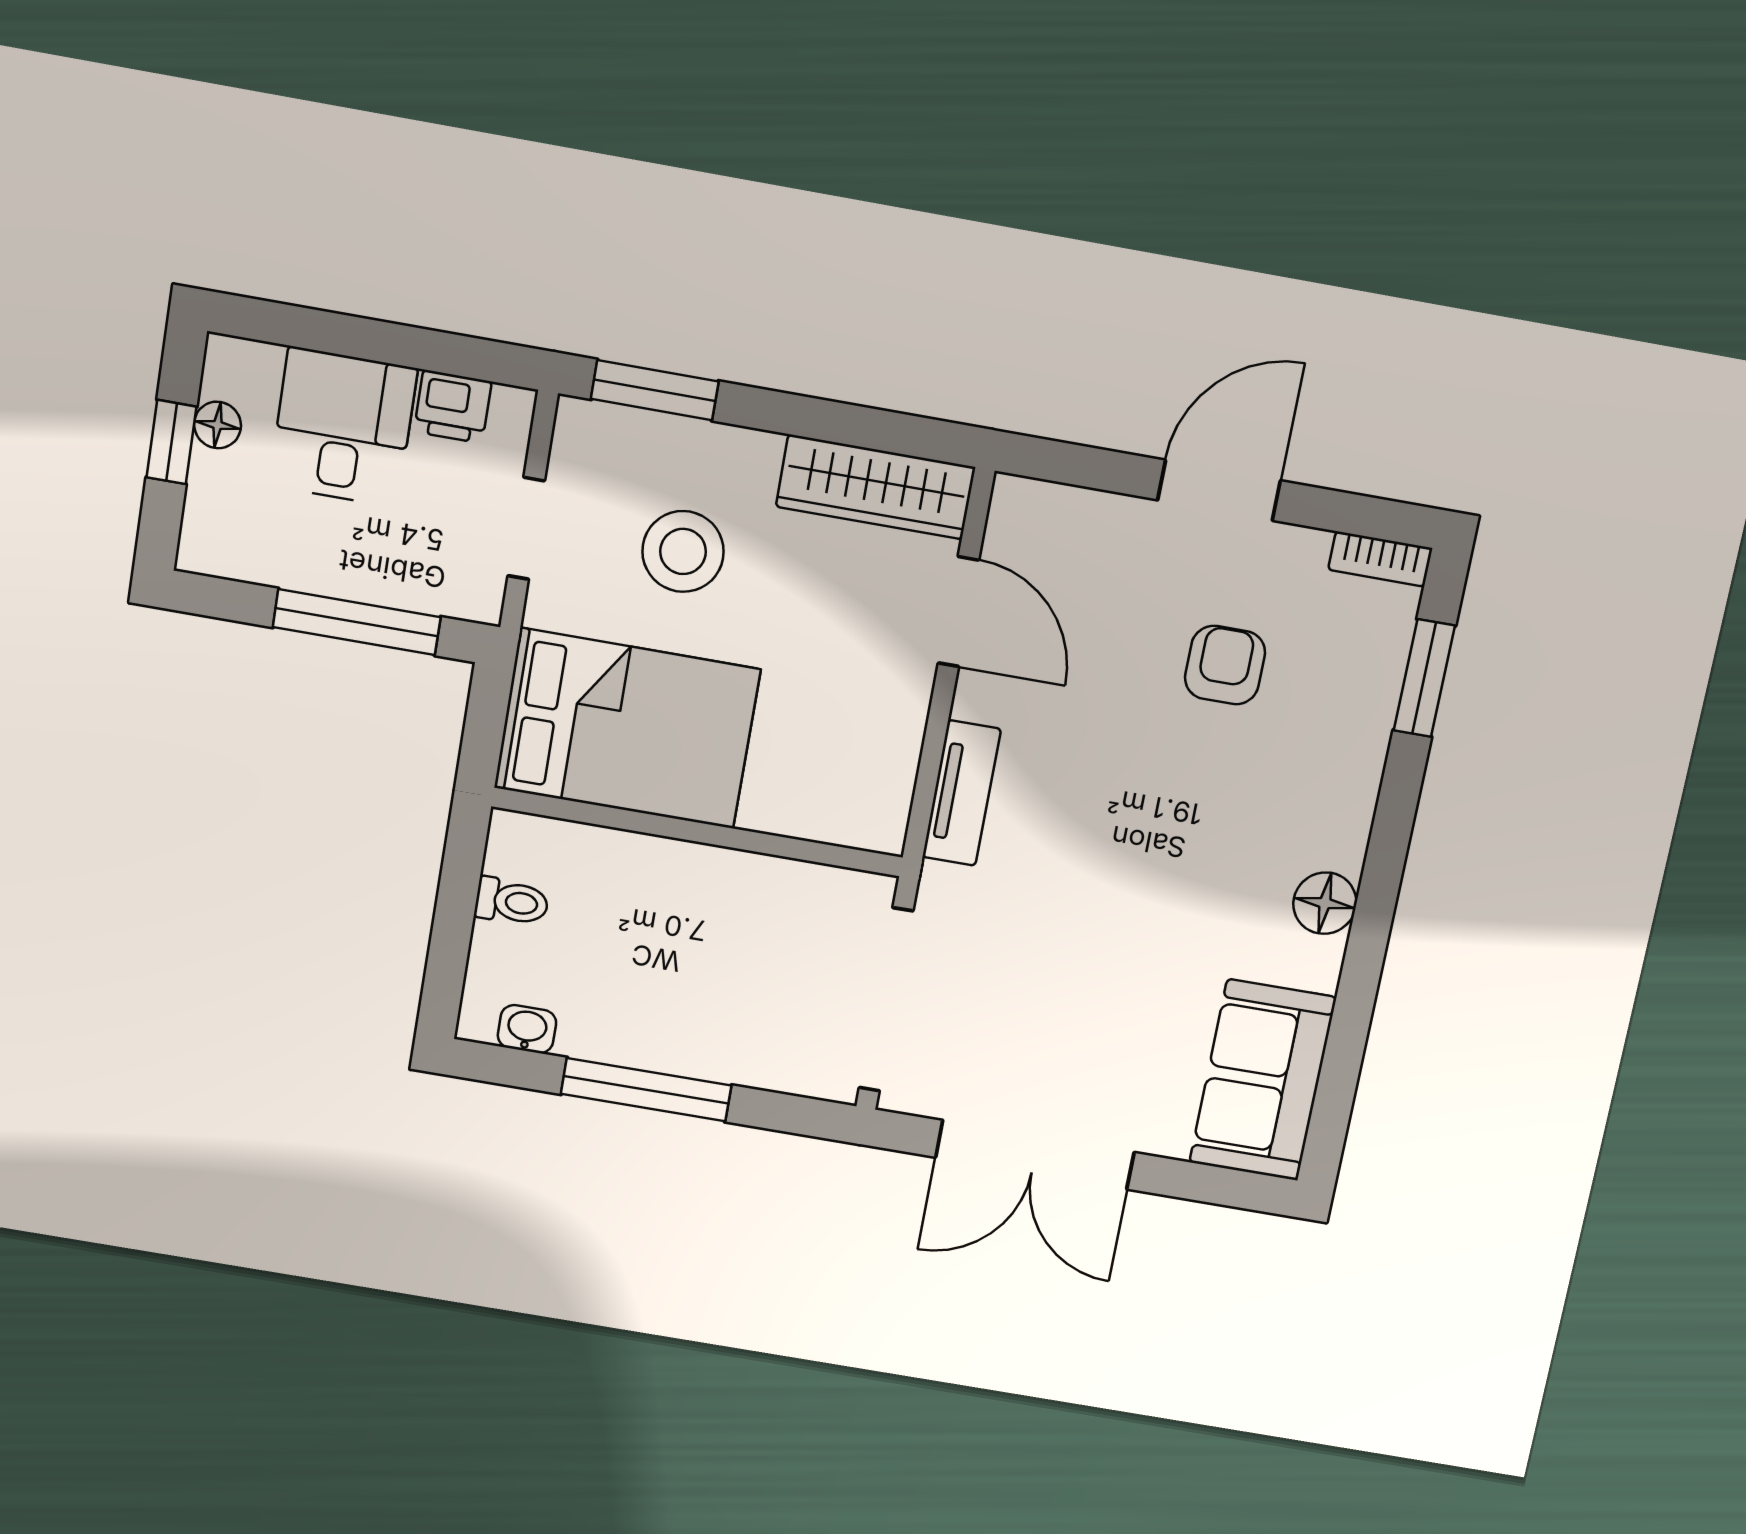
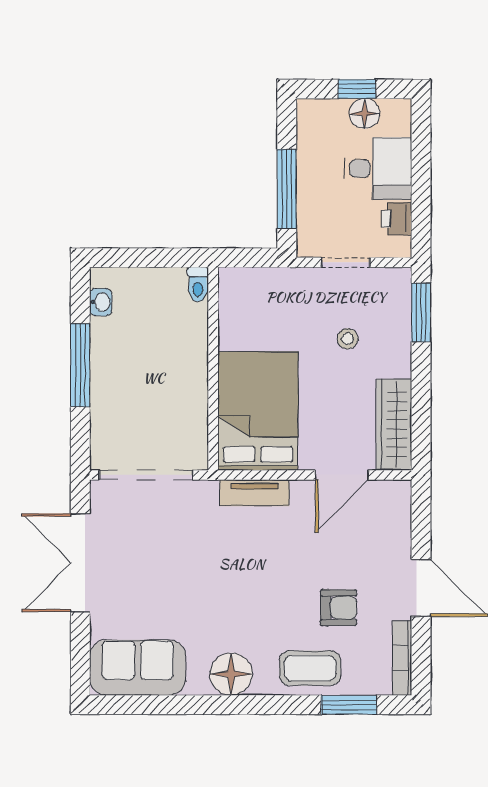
floor lamp: (218, 425) -> (365, 114), width x1.37, depth x1.37
stool: (683, 551) -> (348, 339), width x0.53, depth x0.53
bookcase: (1380, 559) -> (402, 658), width x1.56
bed: (627, 729) -> (258, 411), moved, turned 180
coffee table: (1334, 743) -> (310, 668), added
toilet: (512, 902) -> (198, 284), moved
floor lamp: (1325, 903) -> (231, 674), width x1.38, depth x1.38

